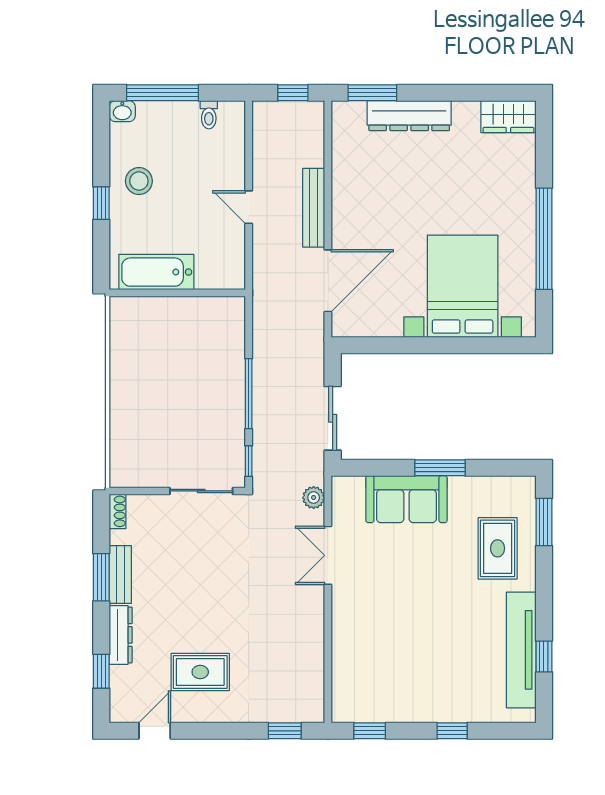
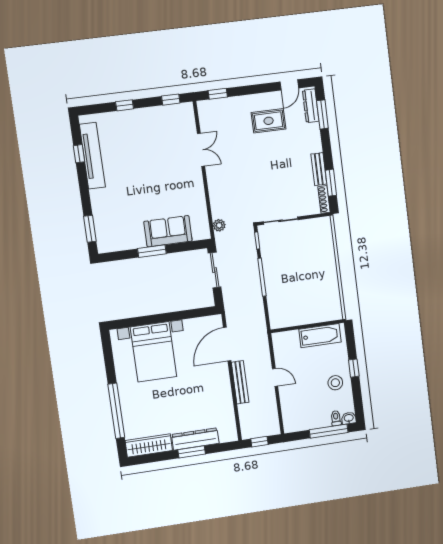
window: (372, 93) -> (192, 452), moved
toilet: (209, 115) -> (336, 418), moved
wardrobe: (508, 117) -> (149, 445), width x1.50
window: (544, 239) -> (116, 411), moved
shoe rack: (118, 511) -> (324, 199), width x1.43
rug: (498, 548) -> (114, 211), removed
double door: (328, 555) -> (201, 150), moved
window: (101, 577) -> (331, 183), moved
dresser: (121, 635) -> (311, 106), moved
window: (101, 671) -> (322, 114), width x1.50

